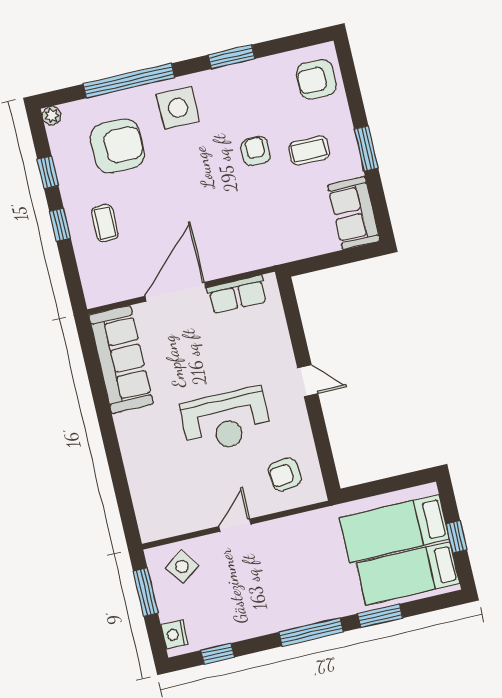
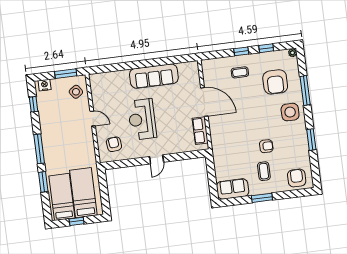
window: (129, 81) -> (305, 91), width x0.68
sofa: (121, 360) -> (154, 76), moved

